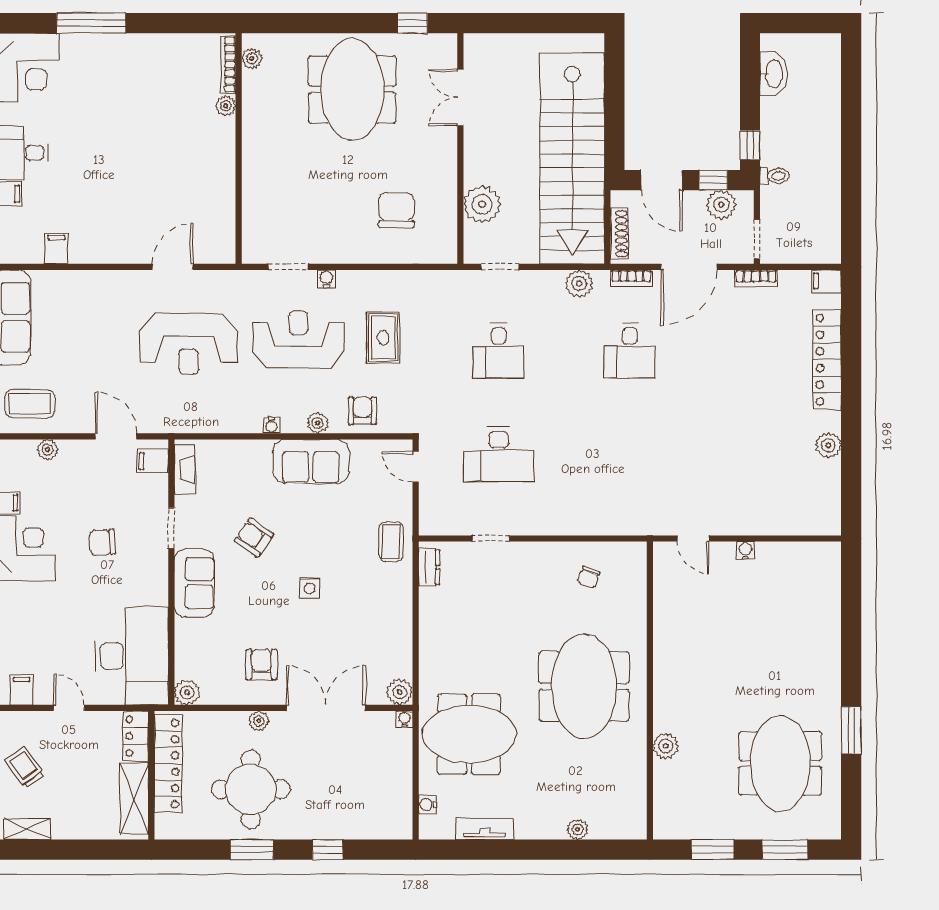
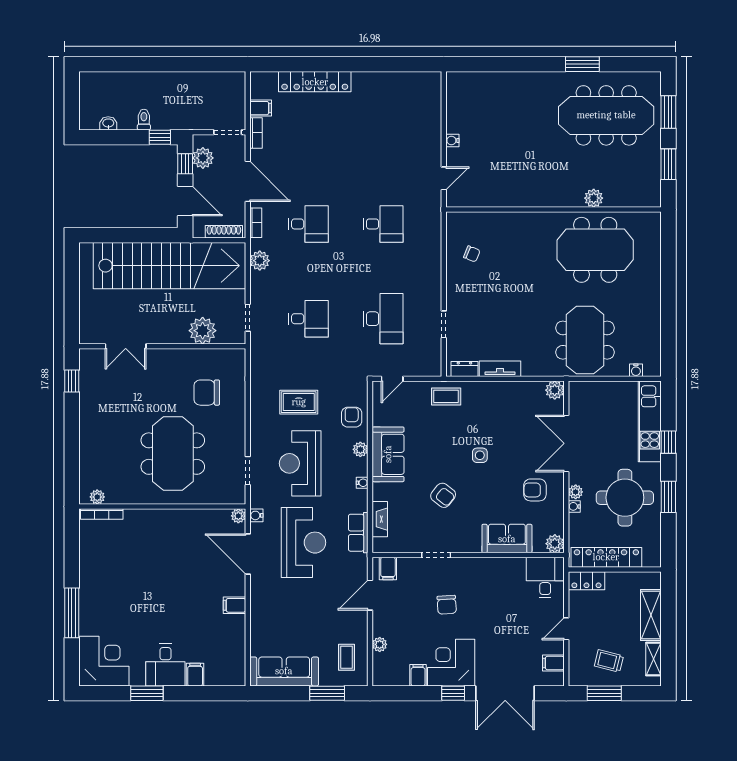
washbasin: (773, 74) -> (108, 123), width x0.52, depth x0.69
meeting table: (352, 90) -> (173, 454), moved, turned 90
plant: (226, 106) -> (238, 516), moved
toilet: (774, 176) -> (144, 120), moved
door: (662, 180) -> (185, 201), hinge flipped
filing cabinet: (56, 248) -> (234, 605), moved
door: (173, 267) -> (248, 554), width x1.36
water cooler: (327, 279) -> (256, 515), moved
filing cabinet: (826, 281) -> (261, 108), moved, turned -90
coffee table: (30, 404) -> (347, 657), width x0.73, depth x0.77
armchair: (362, 411) -> (352, 417), turned 90
row of seats: (202, 420) -> (358, 533), added
plant: (828, 445) -> (376, 81), removed
desk: (630, 455) -> (383, 224), added
fireplace: (185, 470) -> (380, 519), moved, turned 90
armchair: (254, 538) -> (443, 495), turned -87
sofa: (194, 583) -> (507, 539), moved
desk: (132, 656) -> (545, 578), width x0.53, depth x0.77
meeting table: (584, 686) -> (595, 250), moved
water cooler: (404, 719) -> (574, 506), moved
meeting table: (780, 763) -> (606, 115), width x1.36
trolley: (25, 767) -> (609, 661), turned 50
shelving: (134, 799) -> (651, 615), moved, turned 90
kitchen unit: (356, 824) -> (650, 421), added
tv unit: (485, 829) -> (500, 369), moved, turned 90
plant: (577, 829) -> (654, 262), removed

